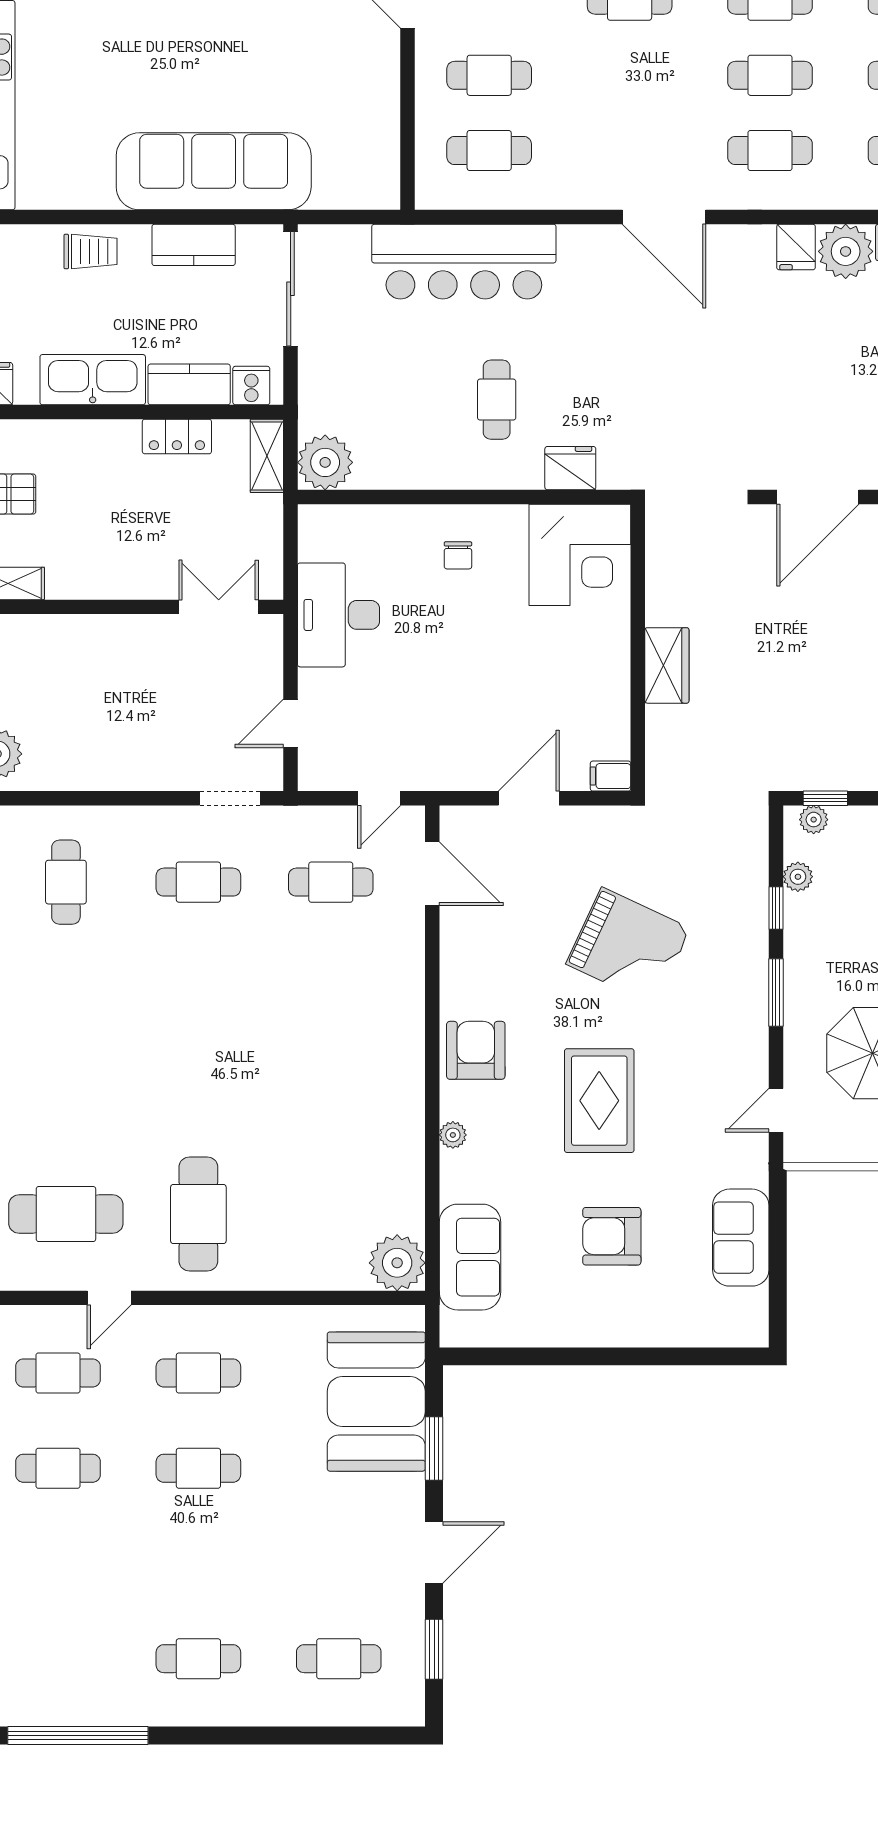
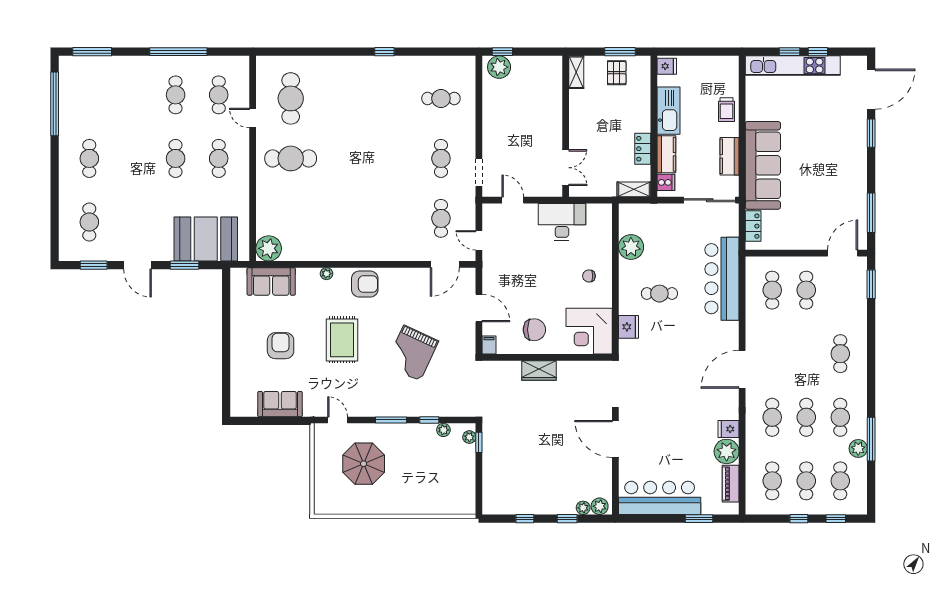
locker: (348, 193) -> (753, 226), added
plant: (325, 462) -> (631, 247), moved
chair: (577, 676) -> (534, 330), added
rug: (599, 1101) -> (342, 340), turned 90

